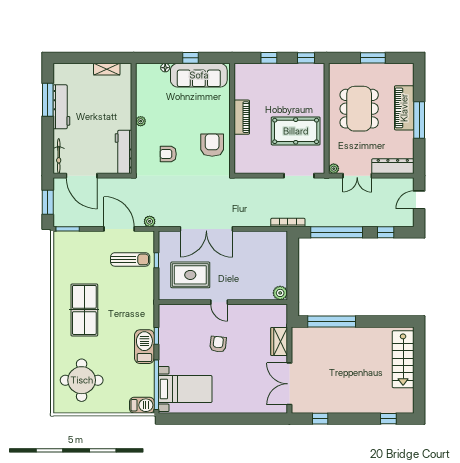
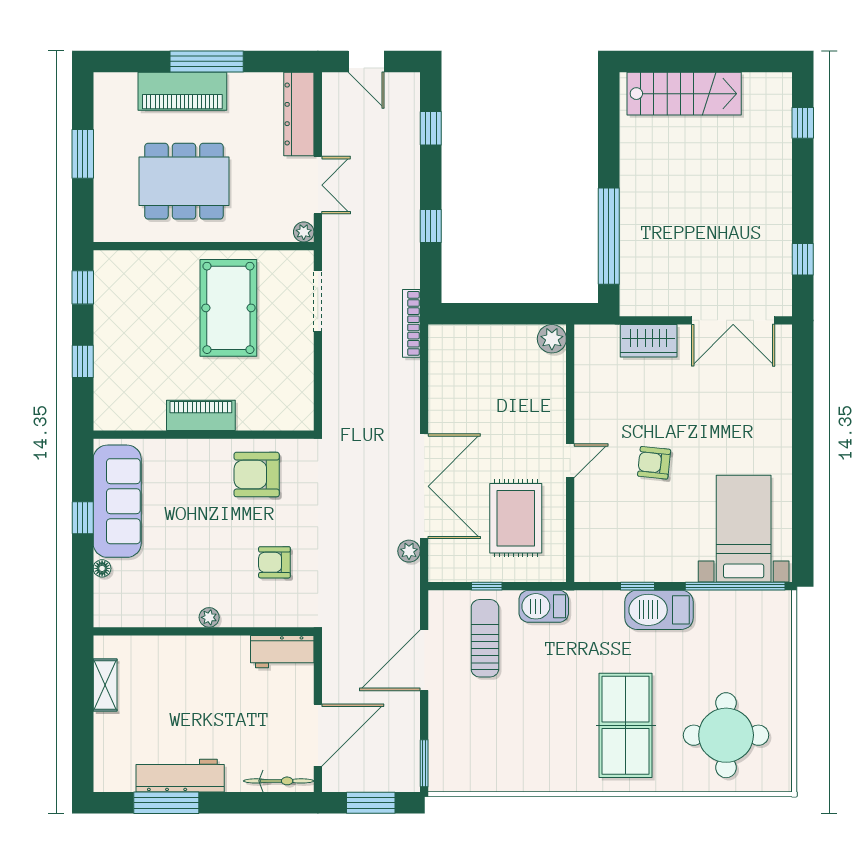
workbench: (123, 152) -> (282, 652), width x0.73
armchair: (168, 154) -> (274, 562), turned 90
plant: (150, 221) -> (409, 551), moved
window: (337, 232) -> (431, 226), width x0.32
table tennis table: (84, 310) -> (626, 725), moved, turned 90
barbecue: (142, 405) -> (544, 606), moved, turned -90

